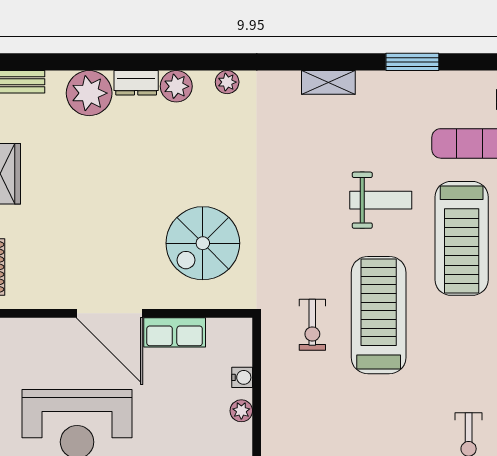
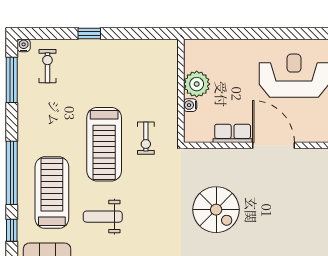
spiral stairs: (203, 243) -> (216, 210), moved, turned 90
exercise bike: (312, 325) -> (146, 138), turned 180
plant: (241, 411) -> (197, 84), width x1.88, depth x1.88

